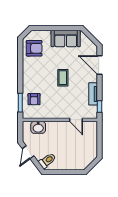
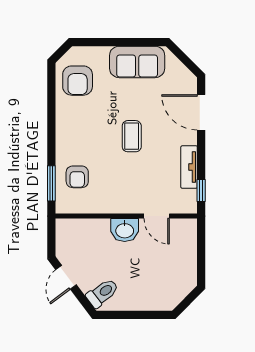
armchair: (34, 48) -> (78, 81), turned 90
washbasin: (38, 127) -> (125, 230), moved

